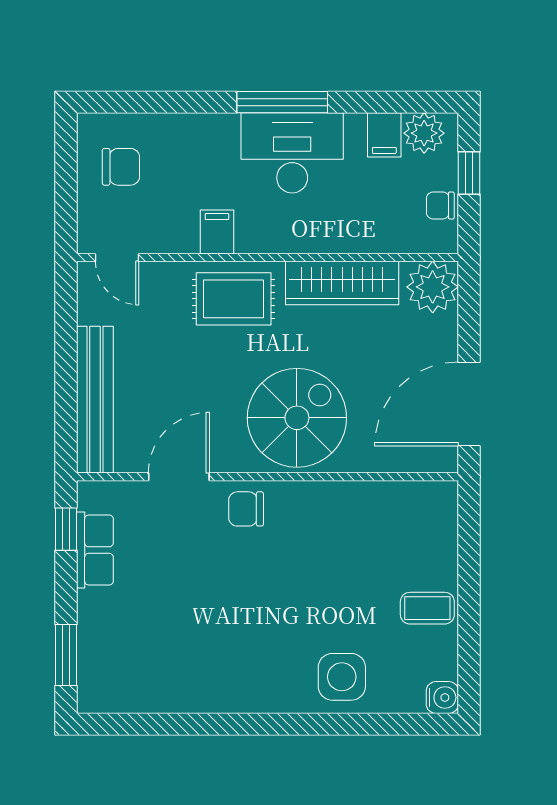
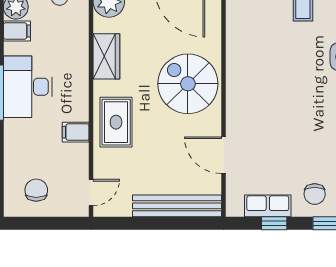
wardrobe: (342, 283) -> (106, 56), width x0.67
chair: (246, 509) -> (315, 194), moved
window: (66, 529) -> (274, 223), moved

